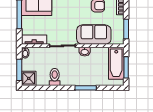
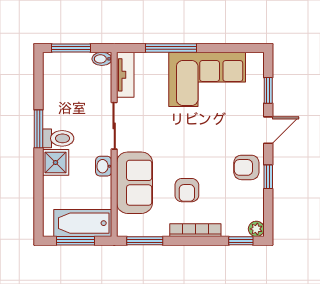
toilet: (55, 77) -> (58, 138), moved
shower: (29, 78) -> (56, 162), moved
window: (86, 88) -> (38, 129), moved

